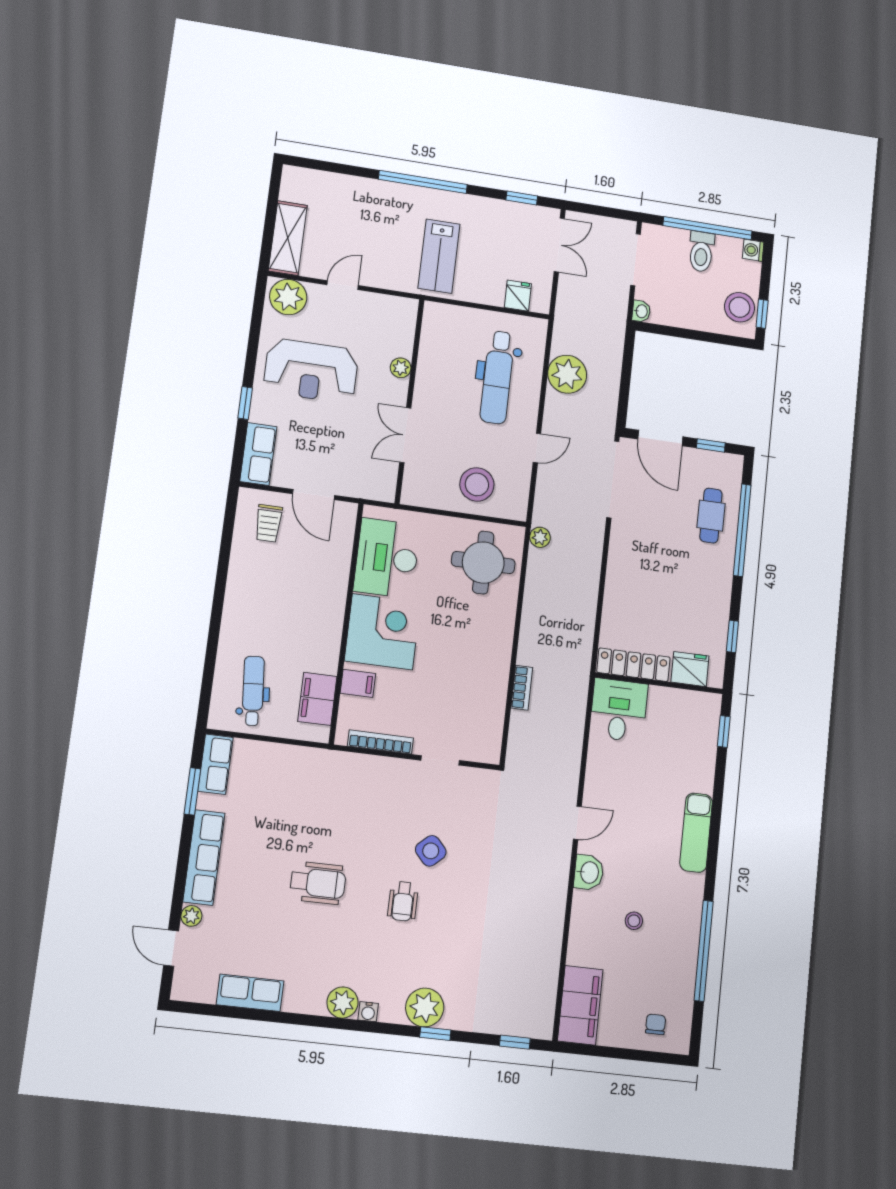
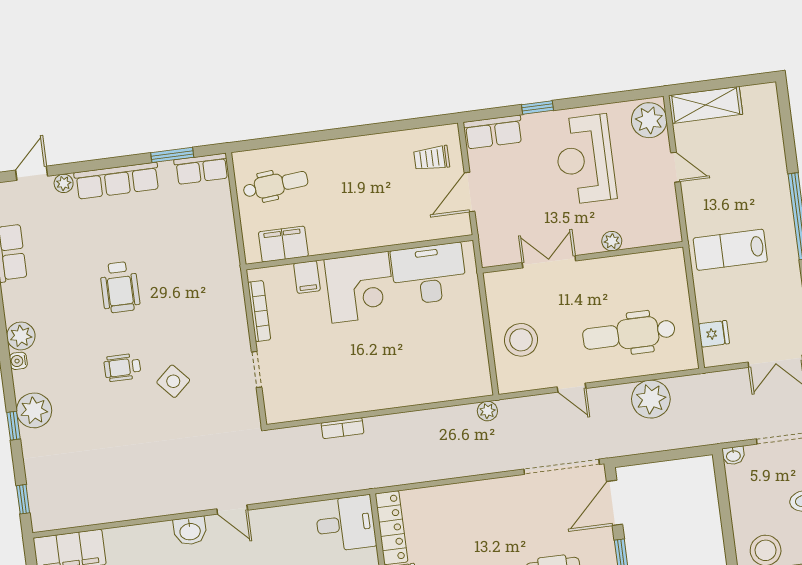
round table: (483, 563) -> (449, 364), removed

